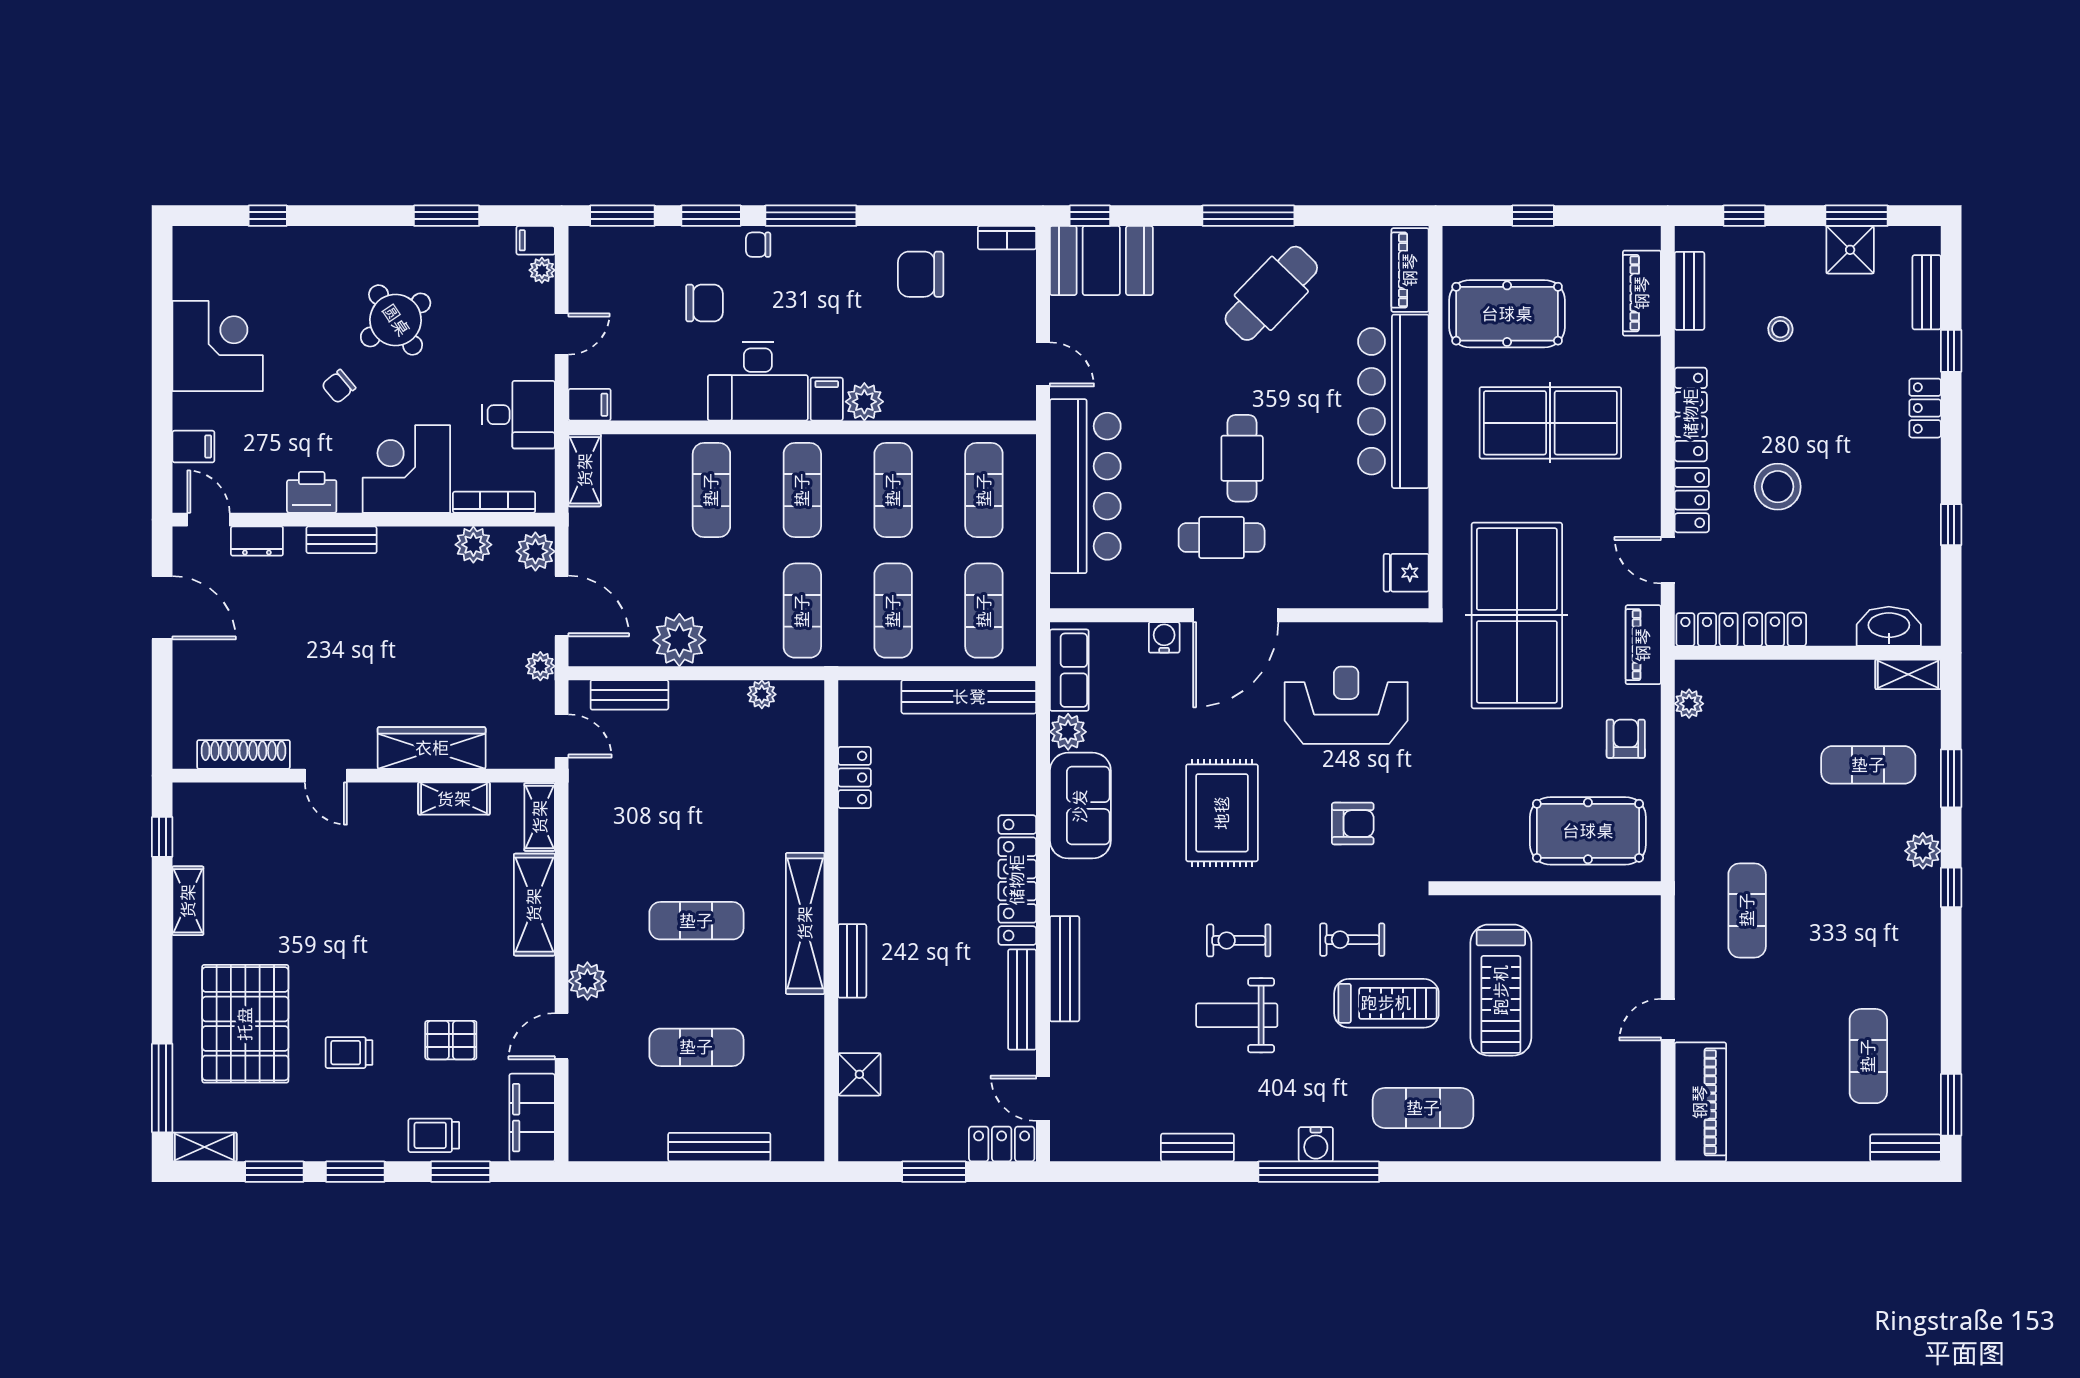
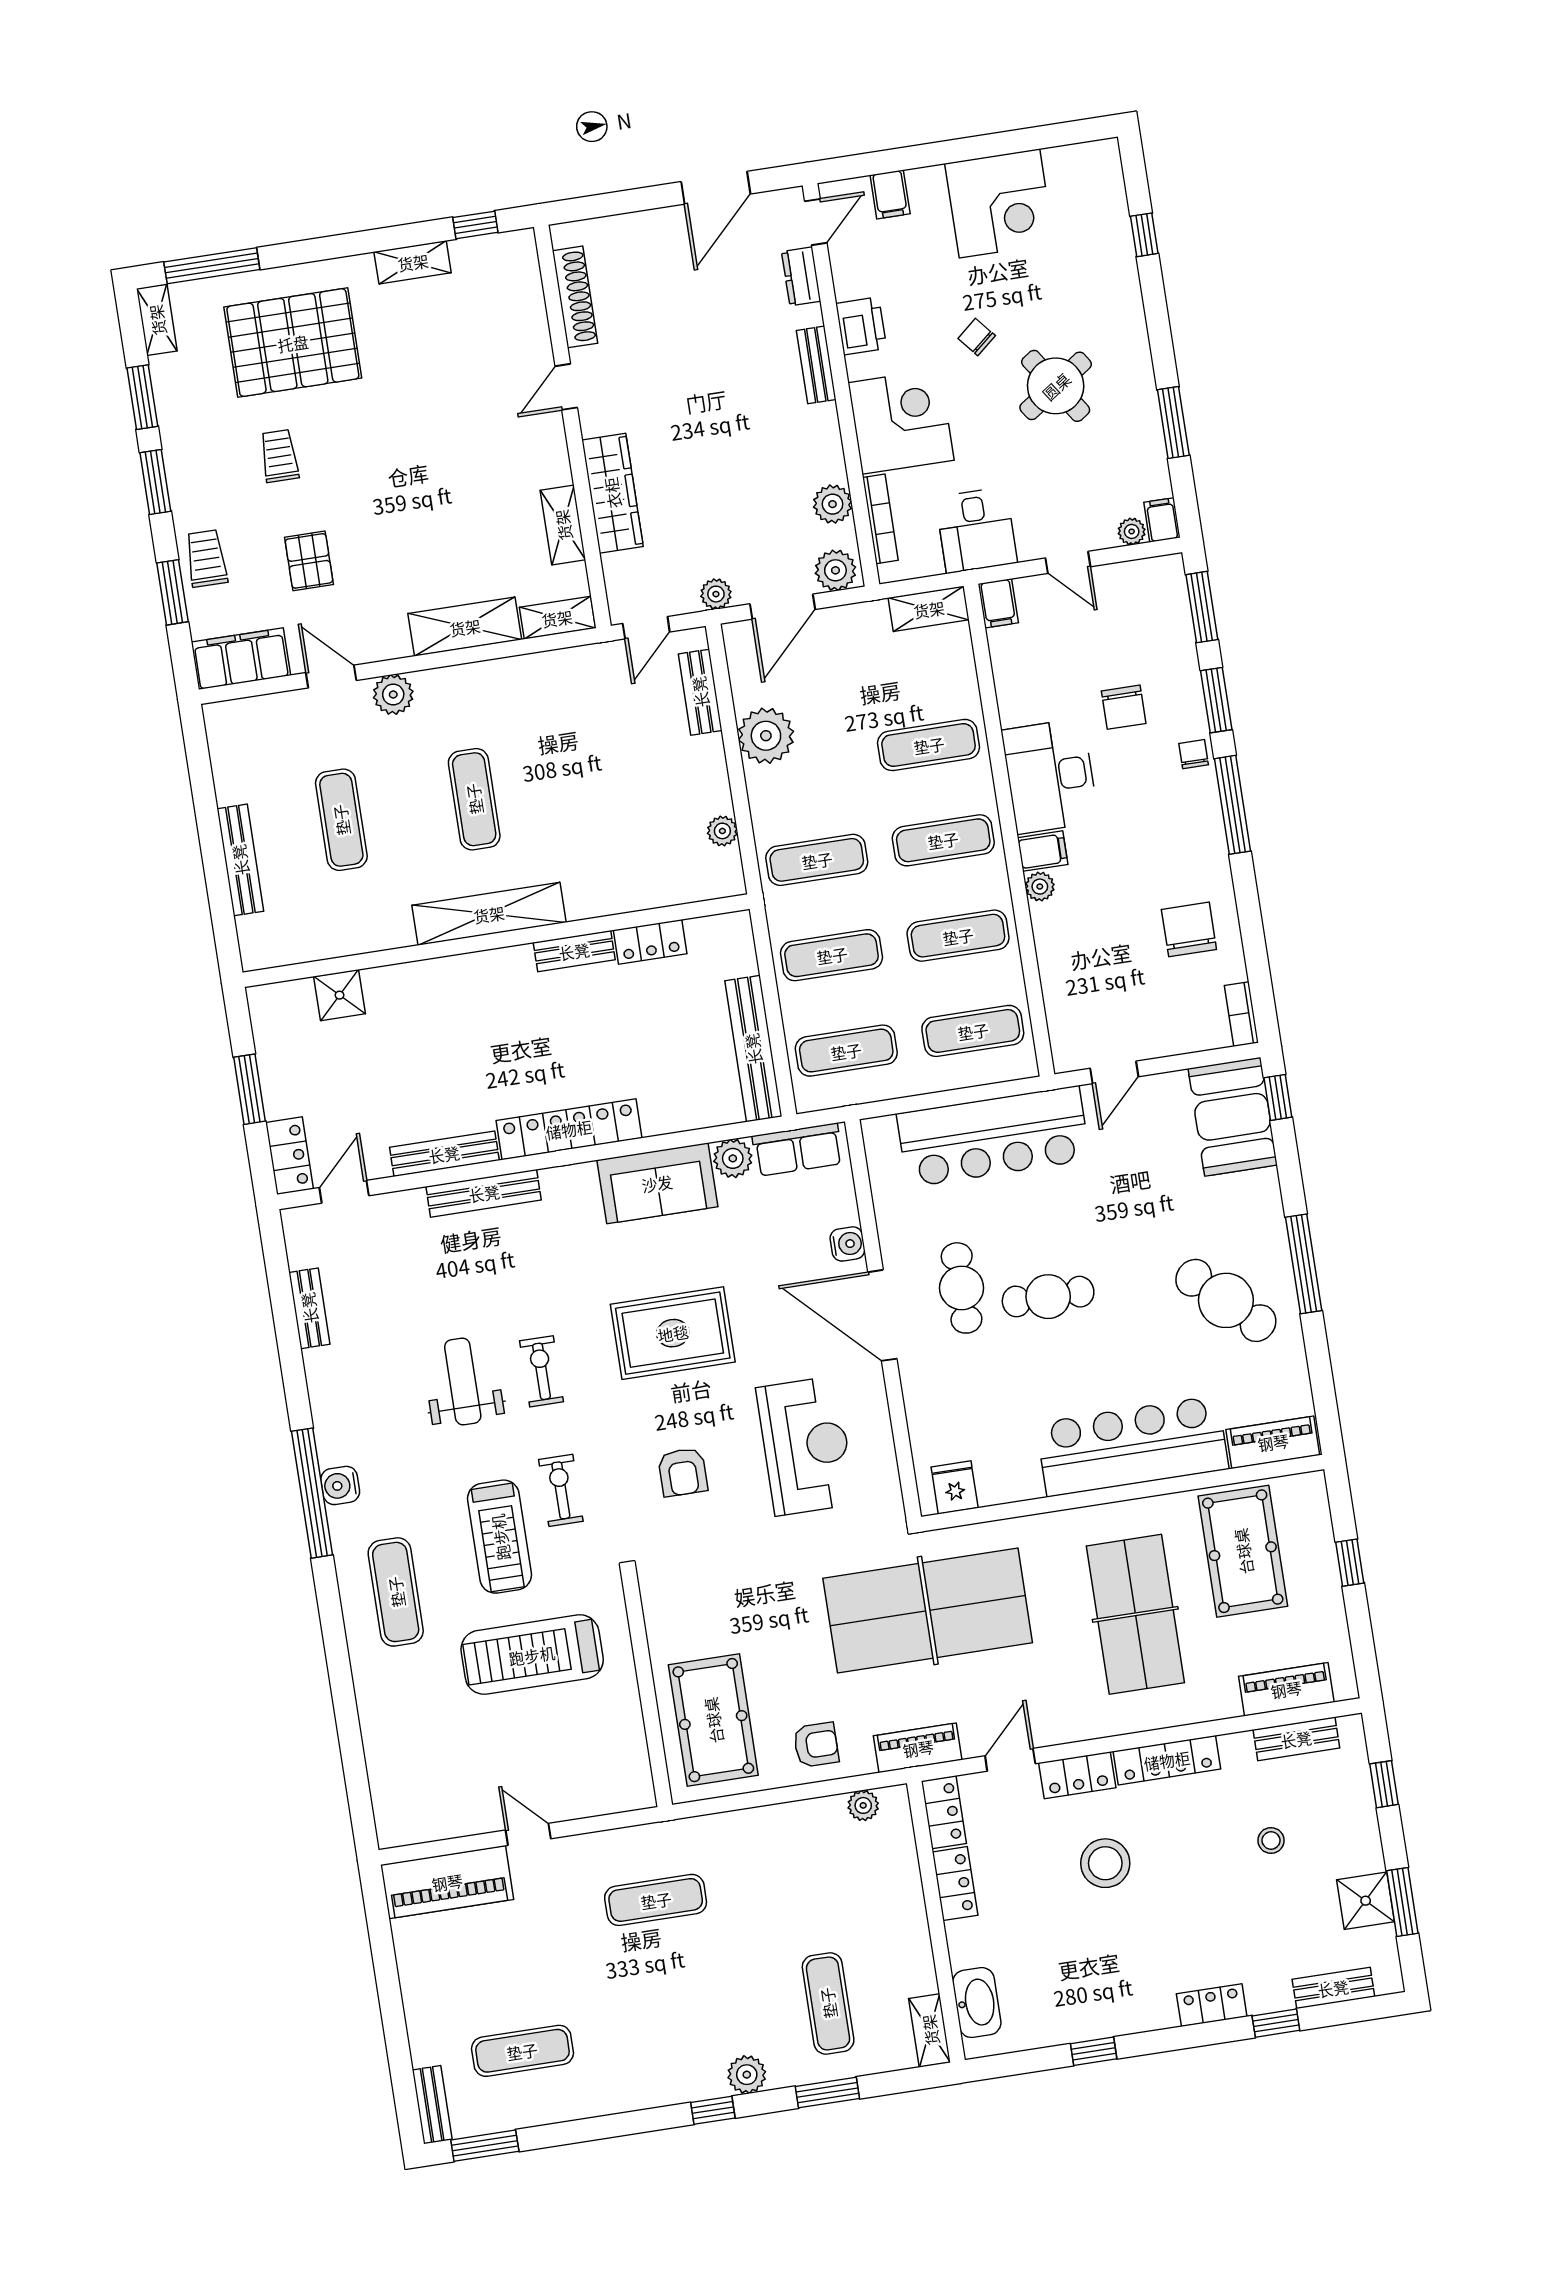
plant: (864, 402) -> (1040, 887), width x0.73, depth x0.73
bench: (852, 961) -> (574, 951), moved
bench: (1197, 1147) -> (309, 1308), moved

